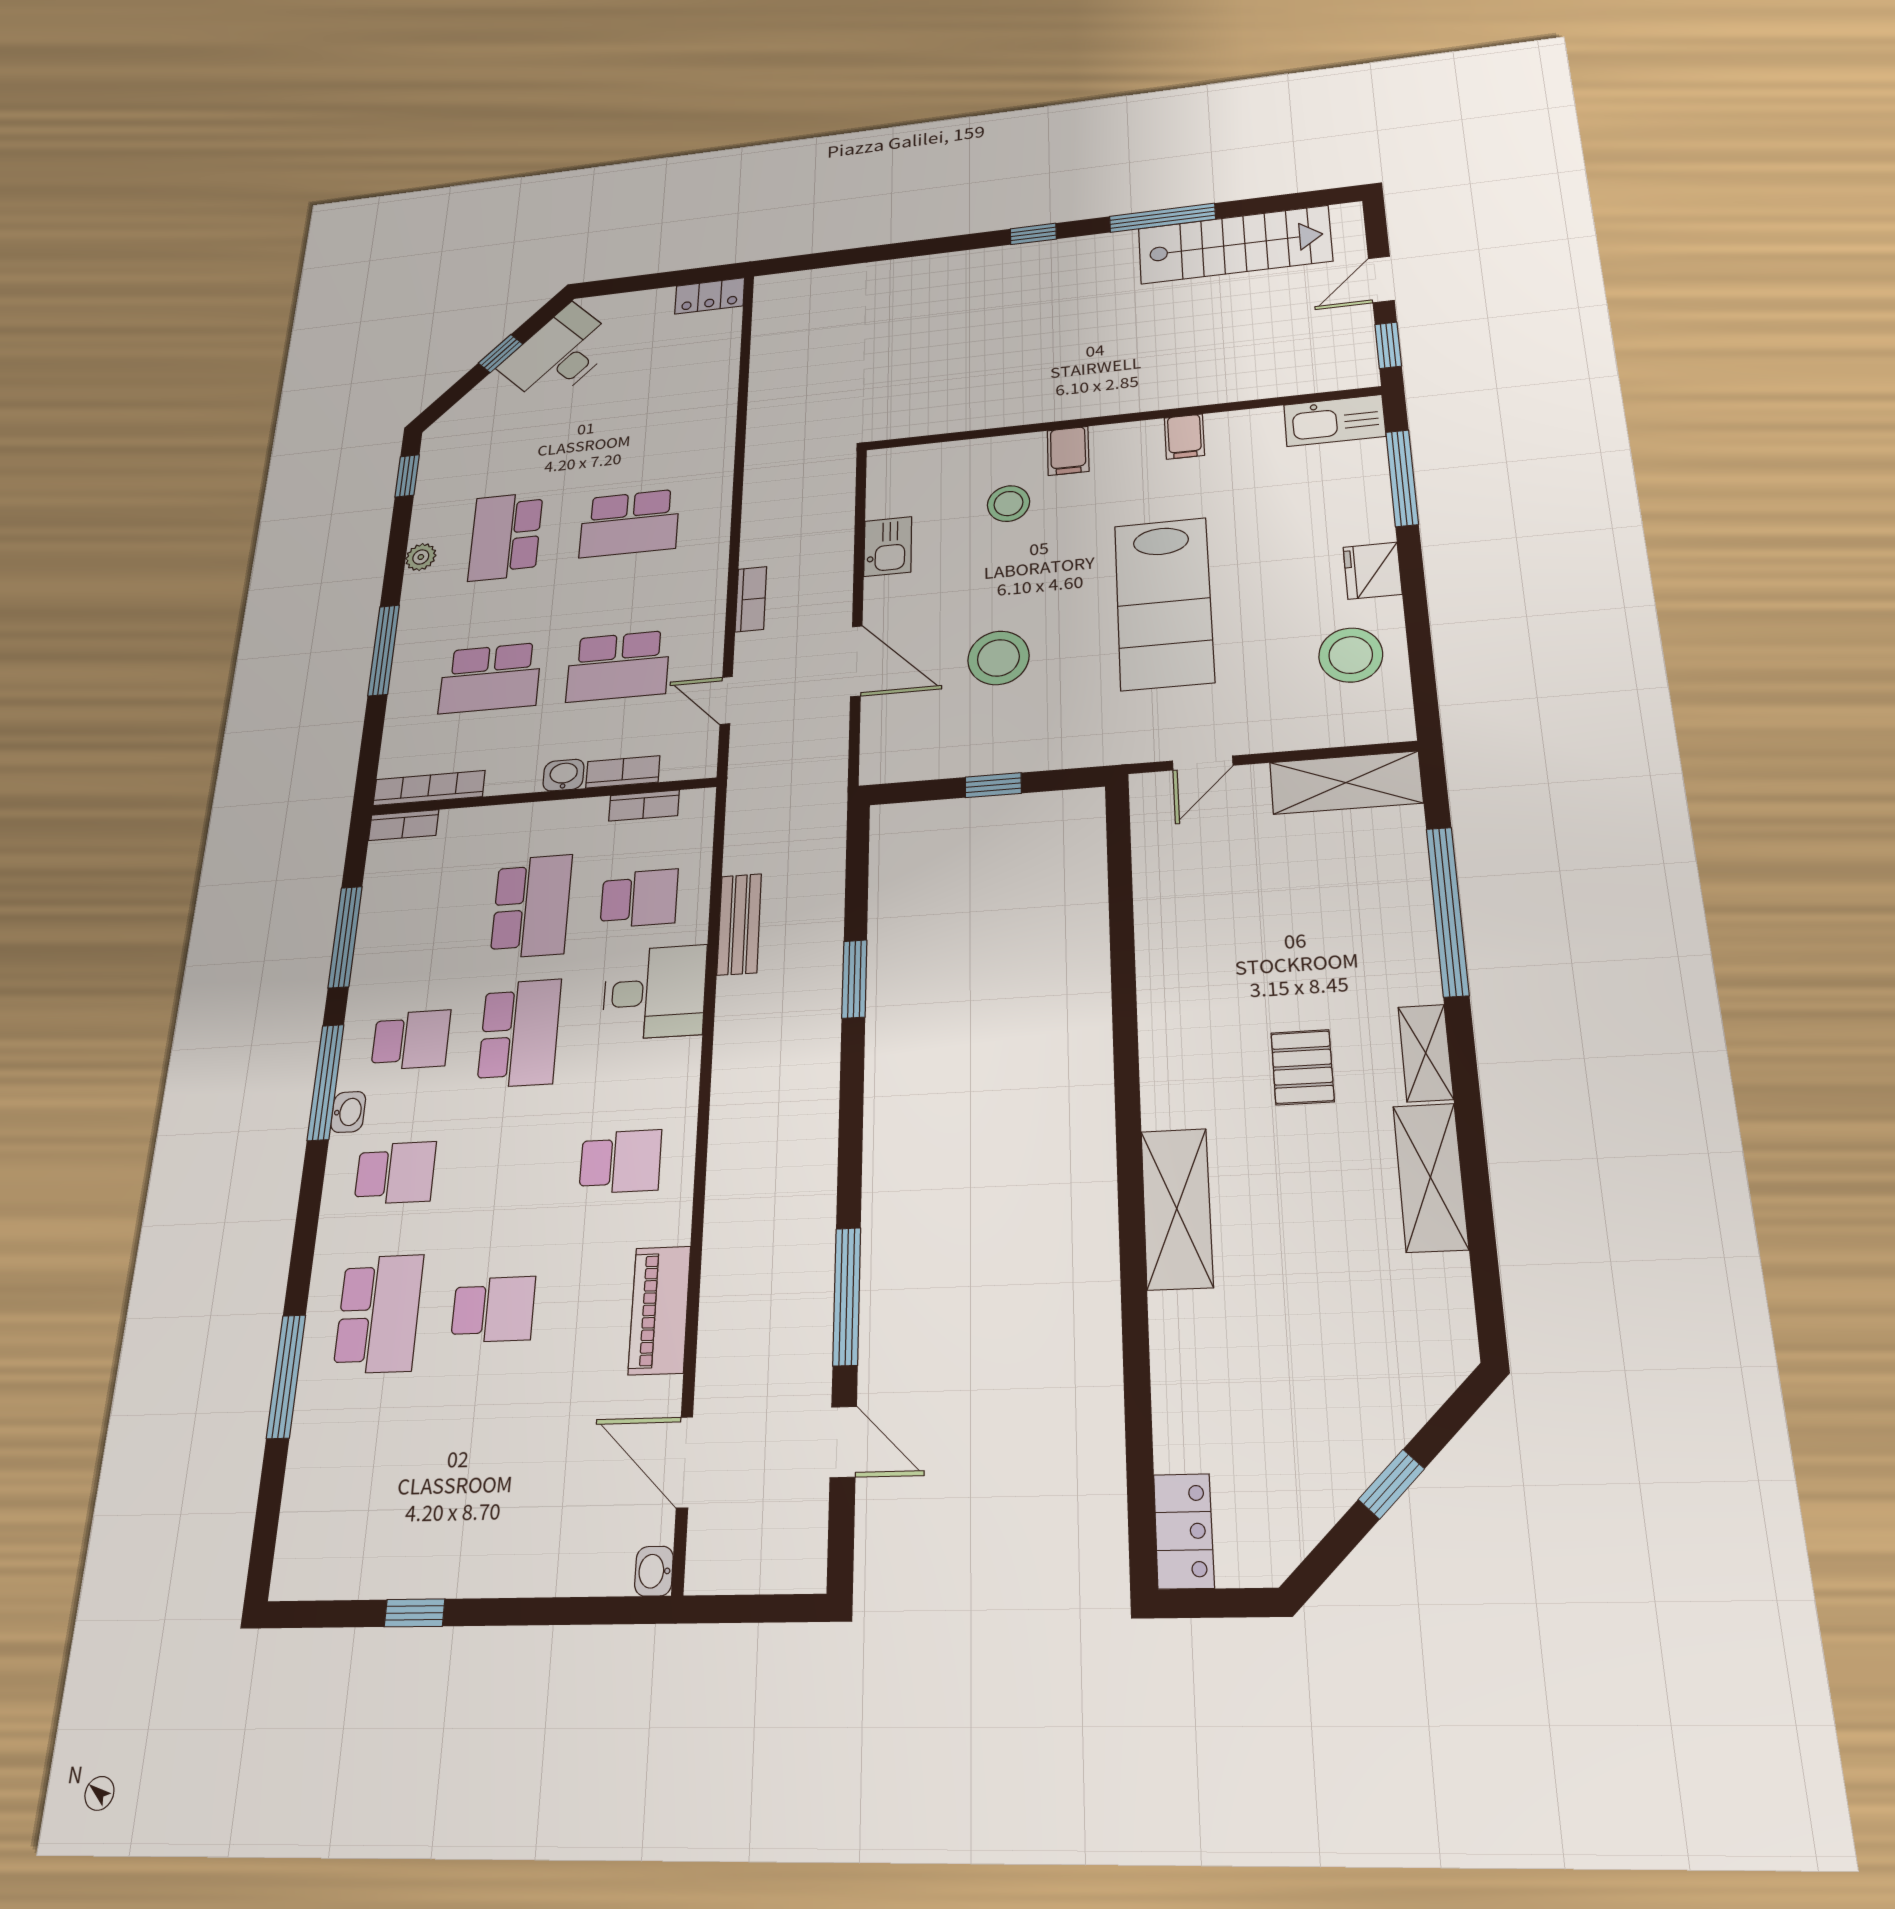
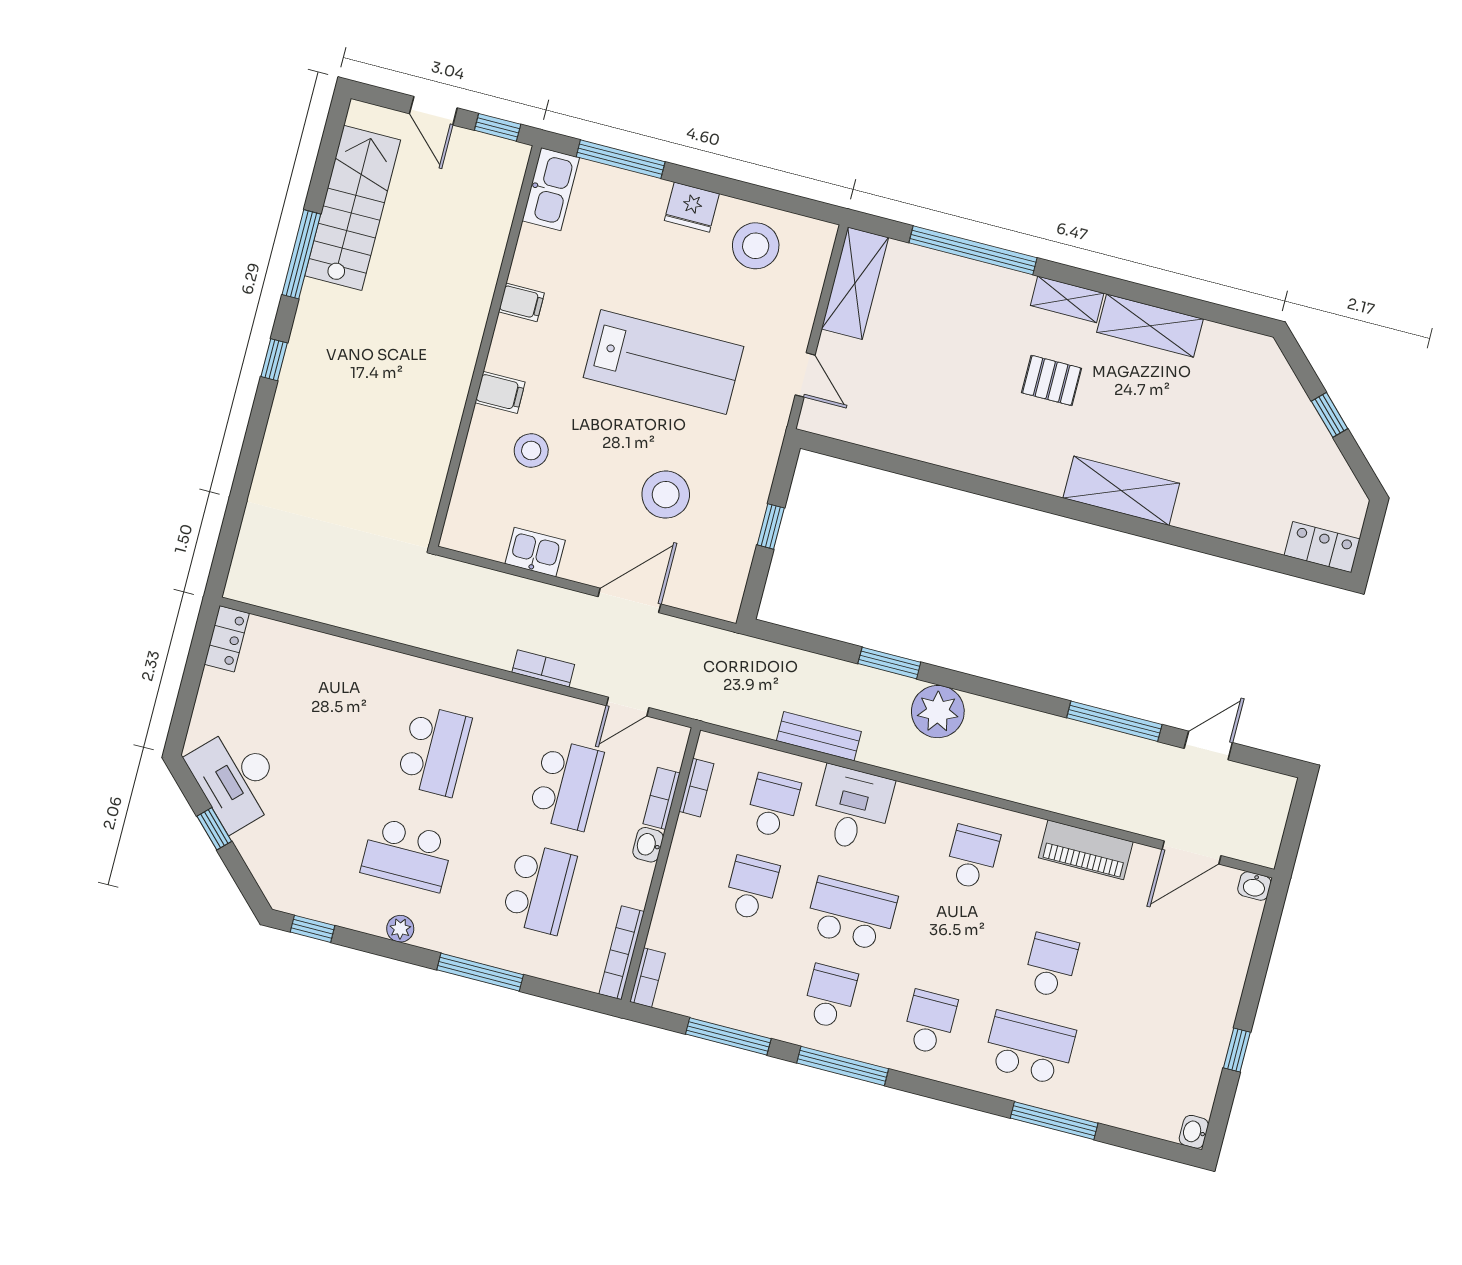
school desk: (531, 906) -> (752, 888), width x0.54
plant: (805, 1059) -> (938, 712), added
washbasin: (348, 1112) -> (1194, 1132), moved, turned -90

